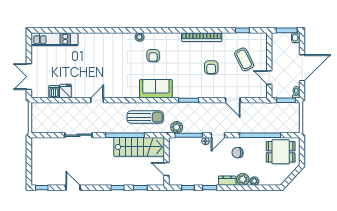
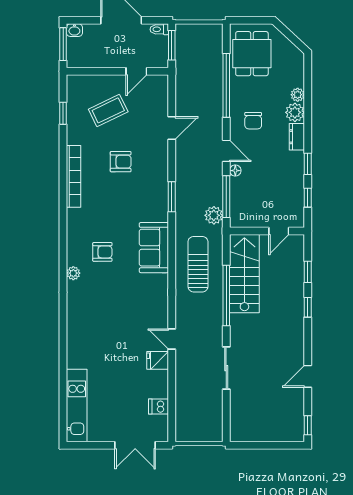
fridge: (65, 91) -> (158, 360), moved

